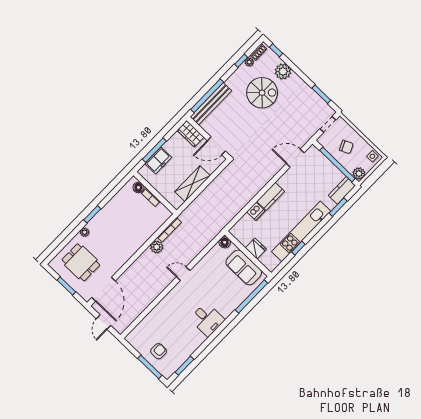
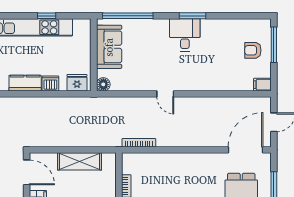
plant: (157, 247) -> (164, 139), removed
fridge: (256, 248) -> (77, 83), moved, turned 90
filing cabinet: (133, 337) -> (262, 85), added
window: (184, 366) -> (192, 16), moved

